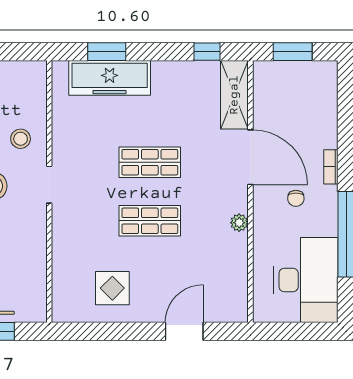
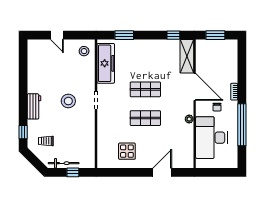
freezer: (110, 78) -> (106, 63), moved, turned -90
stool: (21, 139) -> (84, 51), moved
desk: (306, 280) -> (211, 138), moved, turned 180

